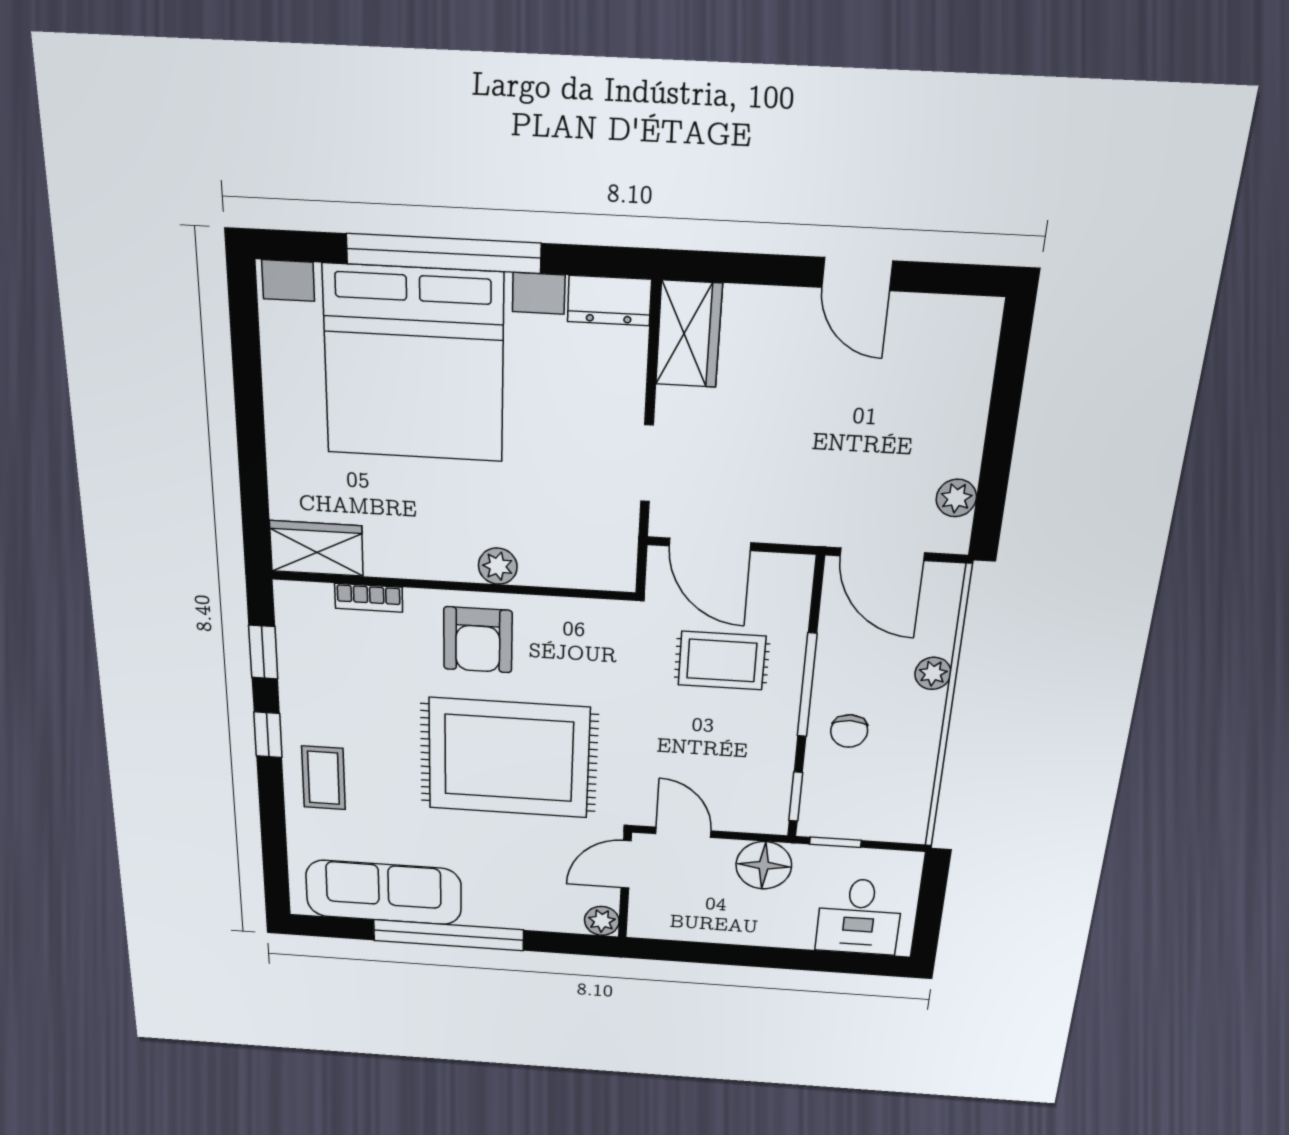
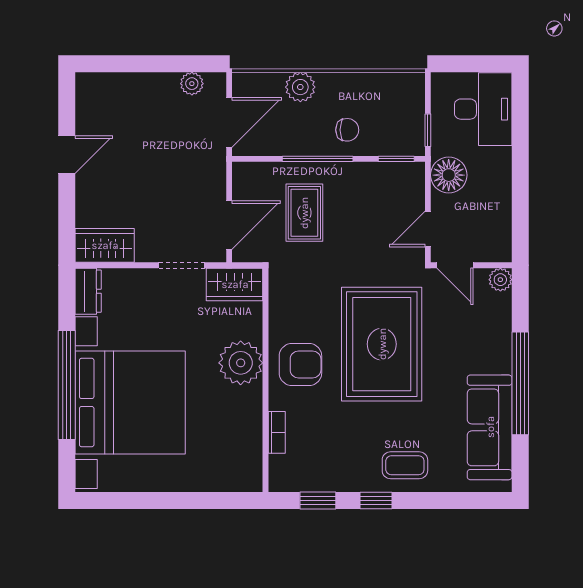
wardrobe: (316, 548) -> (235, 284), moved, turned -90
plant: (498, 566) -> (241, 363), width x1.87, depth x1.87
plant: (933, 673) -> (300, 87), width x1.38, depth x1.38
desk: (859, 917) -> (483, 109), width x1.37

